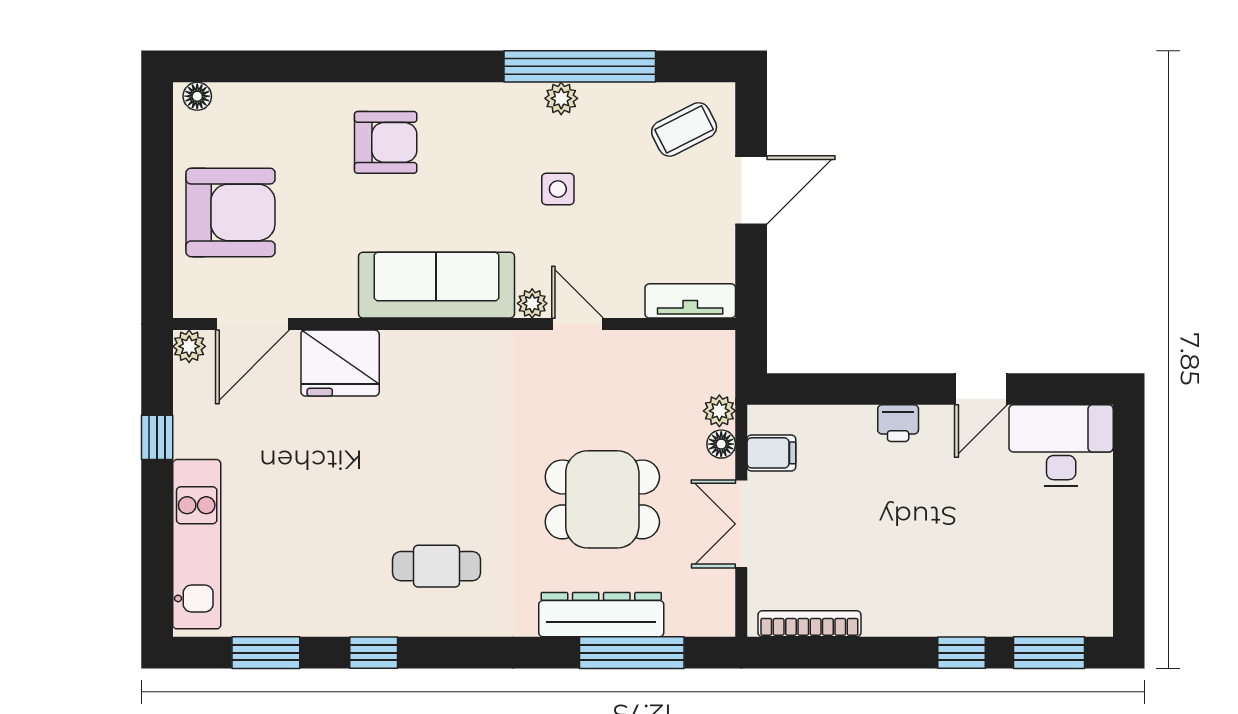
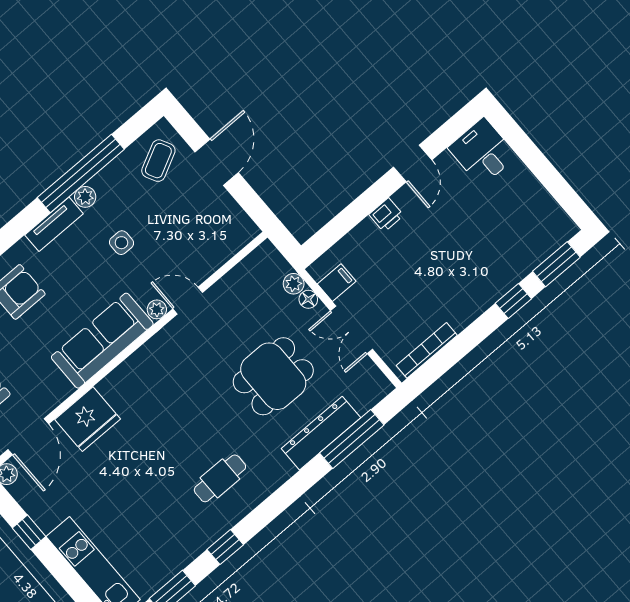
tv unit: (690, 301) -> (54, 224), moved, turned 180
desk: (1061, 446) -> (482, 152), width x0.73

